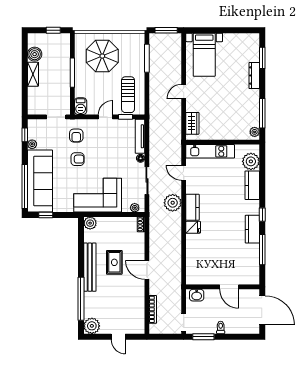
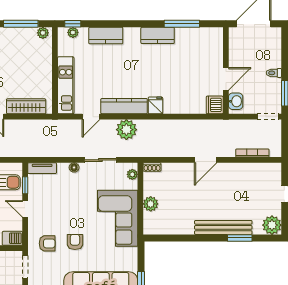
wardrobe: (192, 123) -> (26, 106), width x1.50
tv unit: (140, 136) -> (42, 168), width x0.71
plant: (251, 161) -> (73, 32), width x0.53, depth x0.53
kitchen counter: (193, 207) -> (124, 106), width x1.50
window: (262, 215) -> (73, 24), moved
plant: (90, 223) -> (151, 204), moved
rug: (114, 262) -> (197, 198), removed
bench: (90, 267) -> (223, 227), moved
dishwasher: (194, 277) -> (215, 105), added
door: (229, 287) -> (226, 79), moved
window: (81, 299) -> (240, 238), width x0.47

